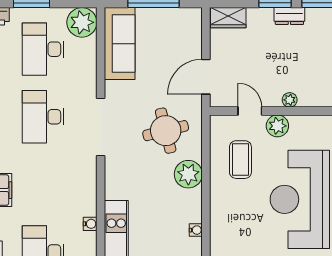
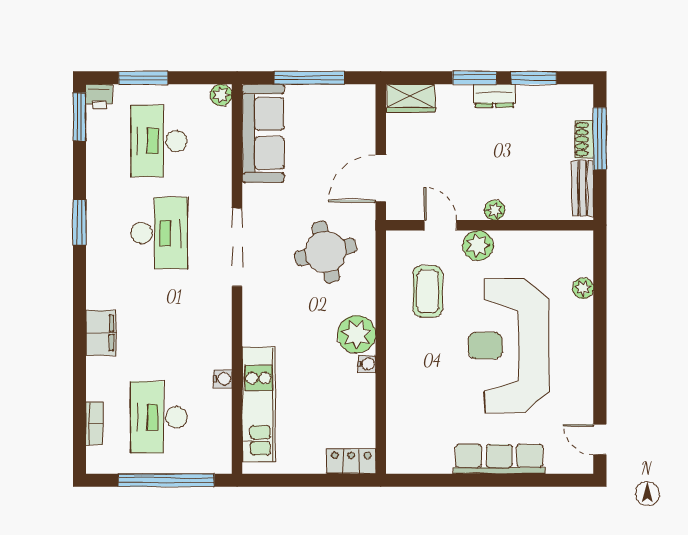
plant: (82, 22) -> (221, 95), width x0.53, depth x0.53
desk: (43, 117) -> (159, 233), turned 180
plant: (188, 174) -> (357, 334), moved
water cooler: (196, 230) -> (367, 364), moved

